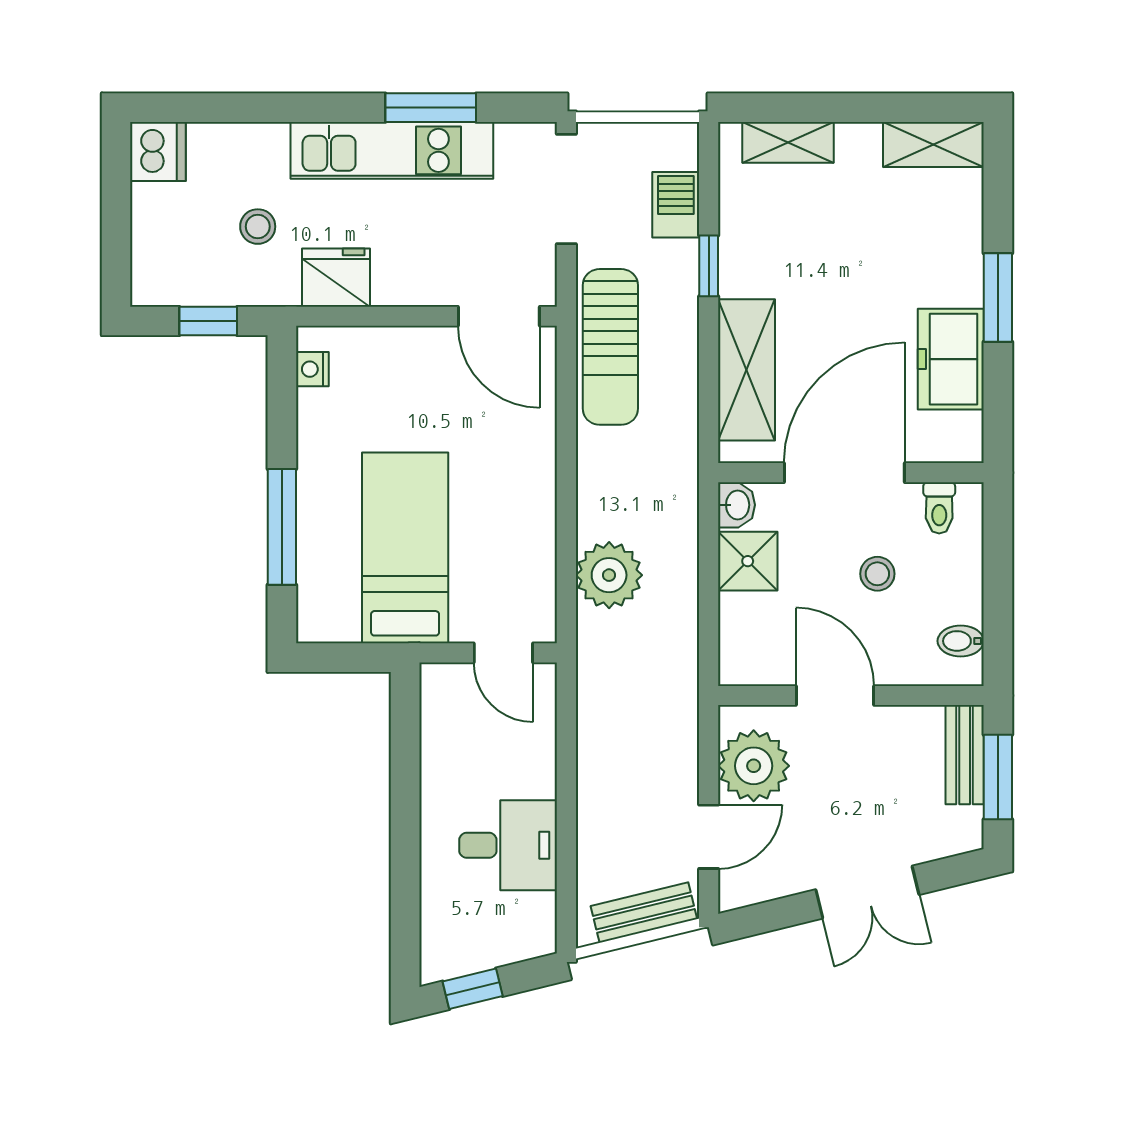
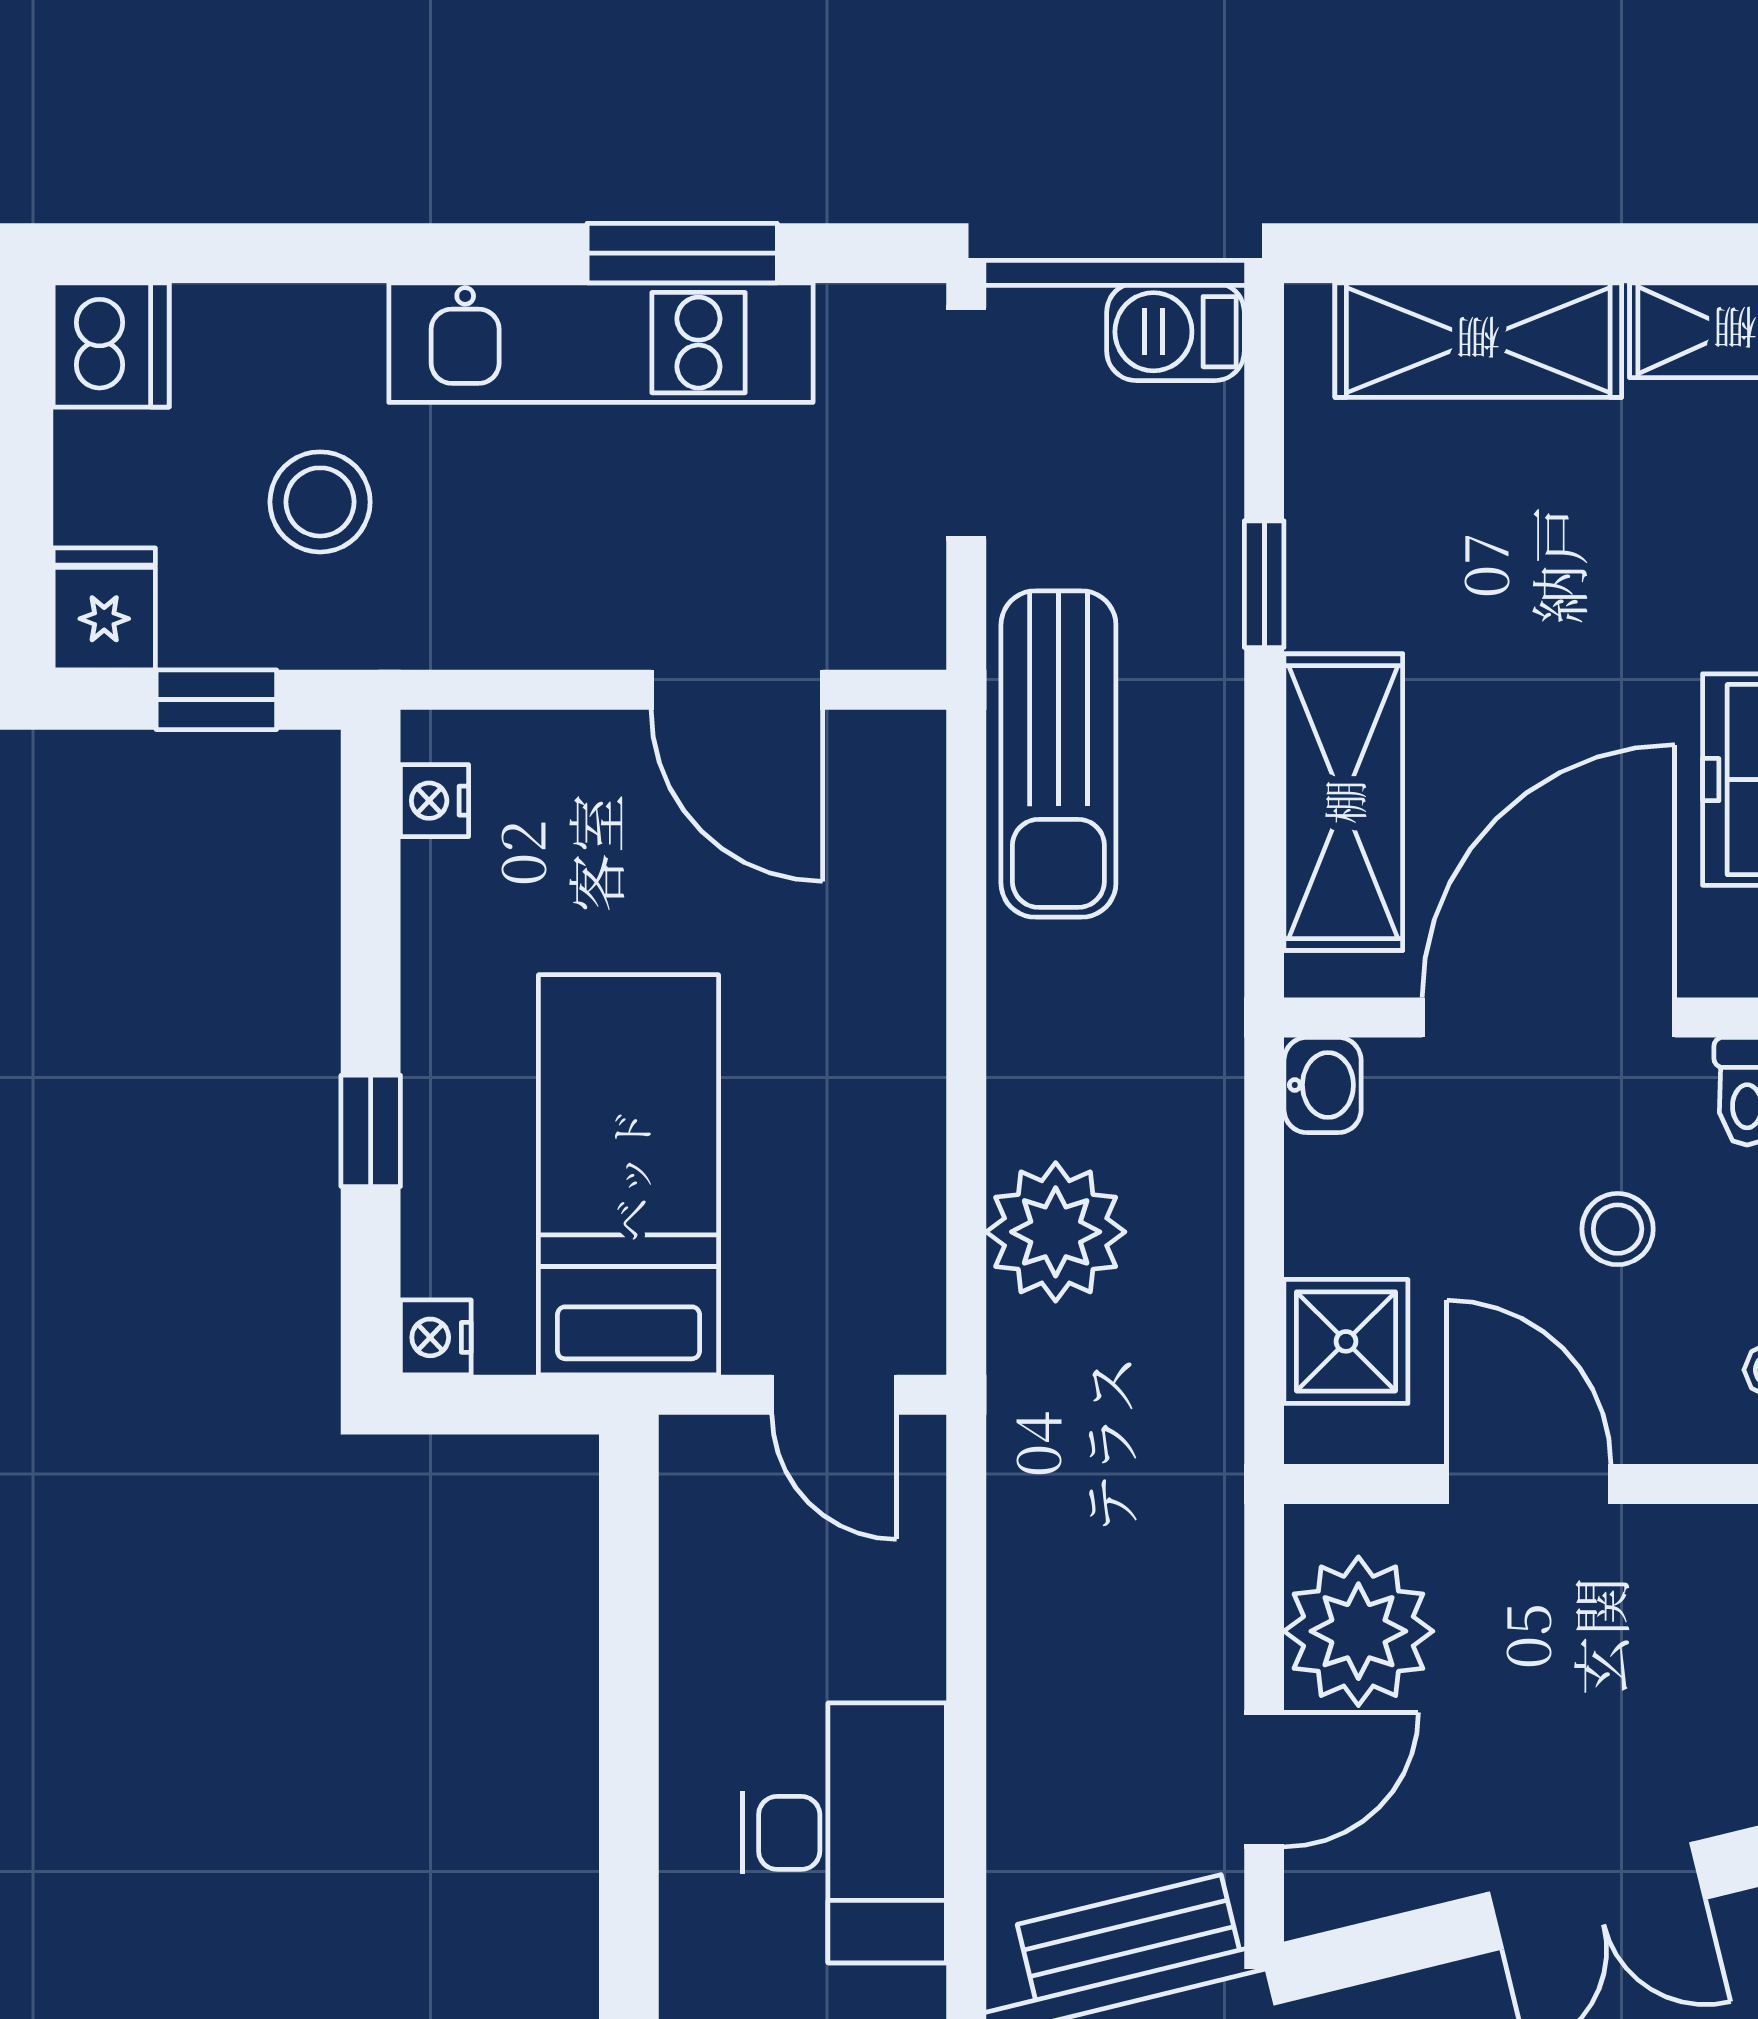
shelving: (788, 142) -> (1478, 340), width x1.50, depth x1.33
barbecue: (676, 205) -> (1175, 332), moved, turned -90
stool: (258, 227) -> (320, 502), width x1.37, depth x1.37
fridge: (336, 278) -> (104, 609), moved, width x0.72
door: (499, 316) -> (737, 690), moved
window: (282, 527) -> (371, 1131), width x0.46
shower: (748, 561) -> (1346, 1341), moved
nightstand: (313, 625) -> (436, 1337), added
desk: (508, 845) -> (844, 1833), width x1.37

